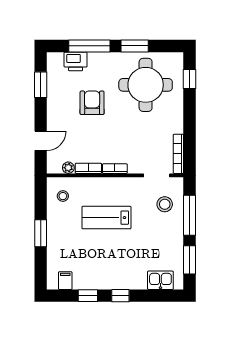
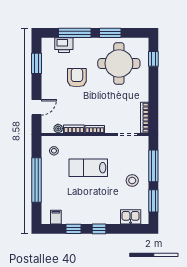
stool: (165, 204) -> (132, 180), moved
window: (41, 233) -> (36, 180), width x2.11

